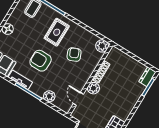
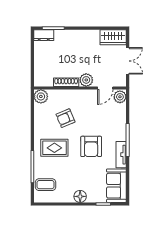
plant: (49, 96) -> (120, 97), moved

